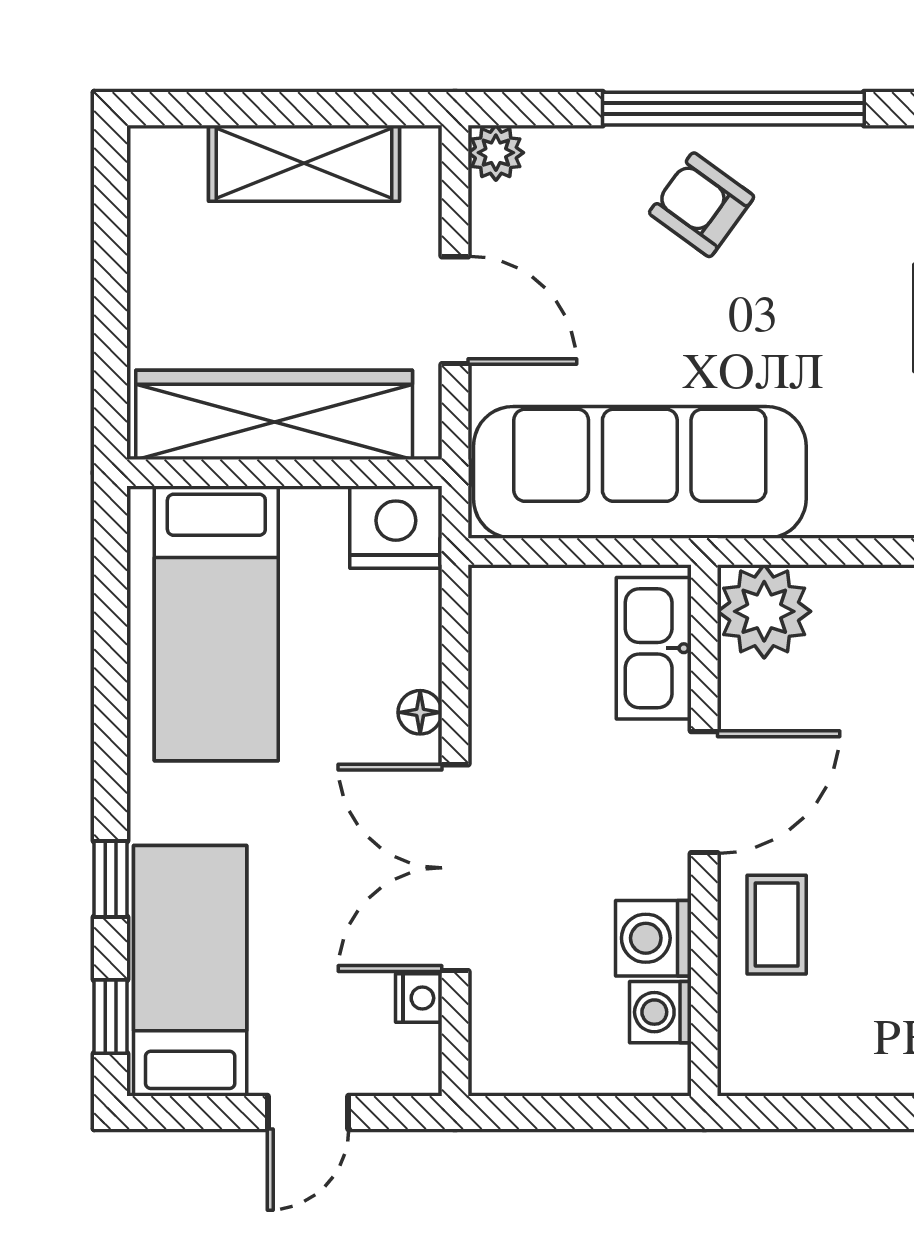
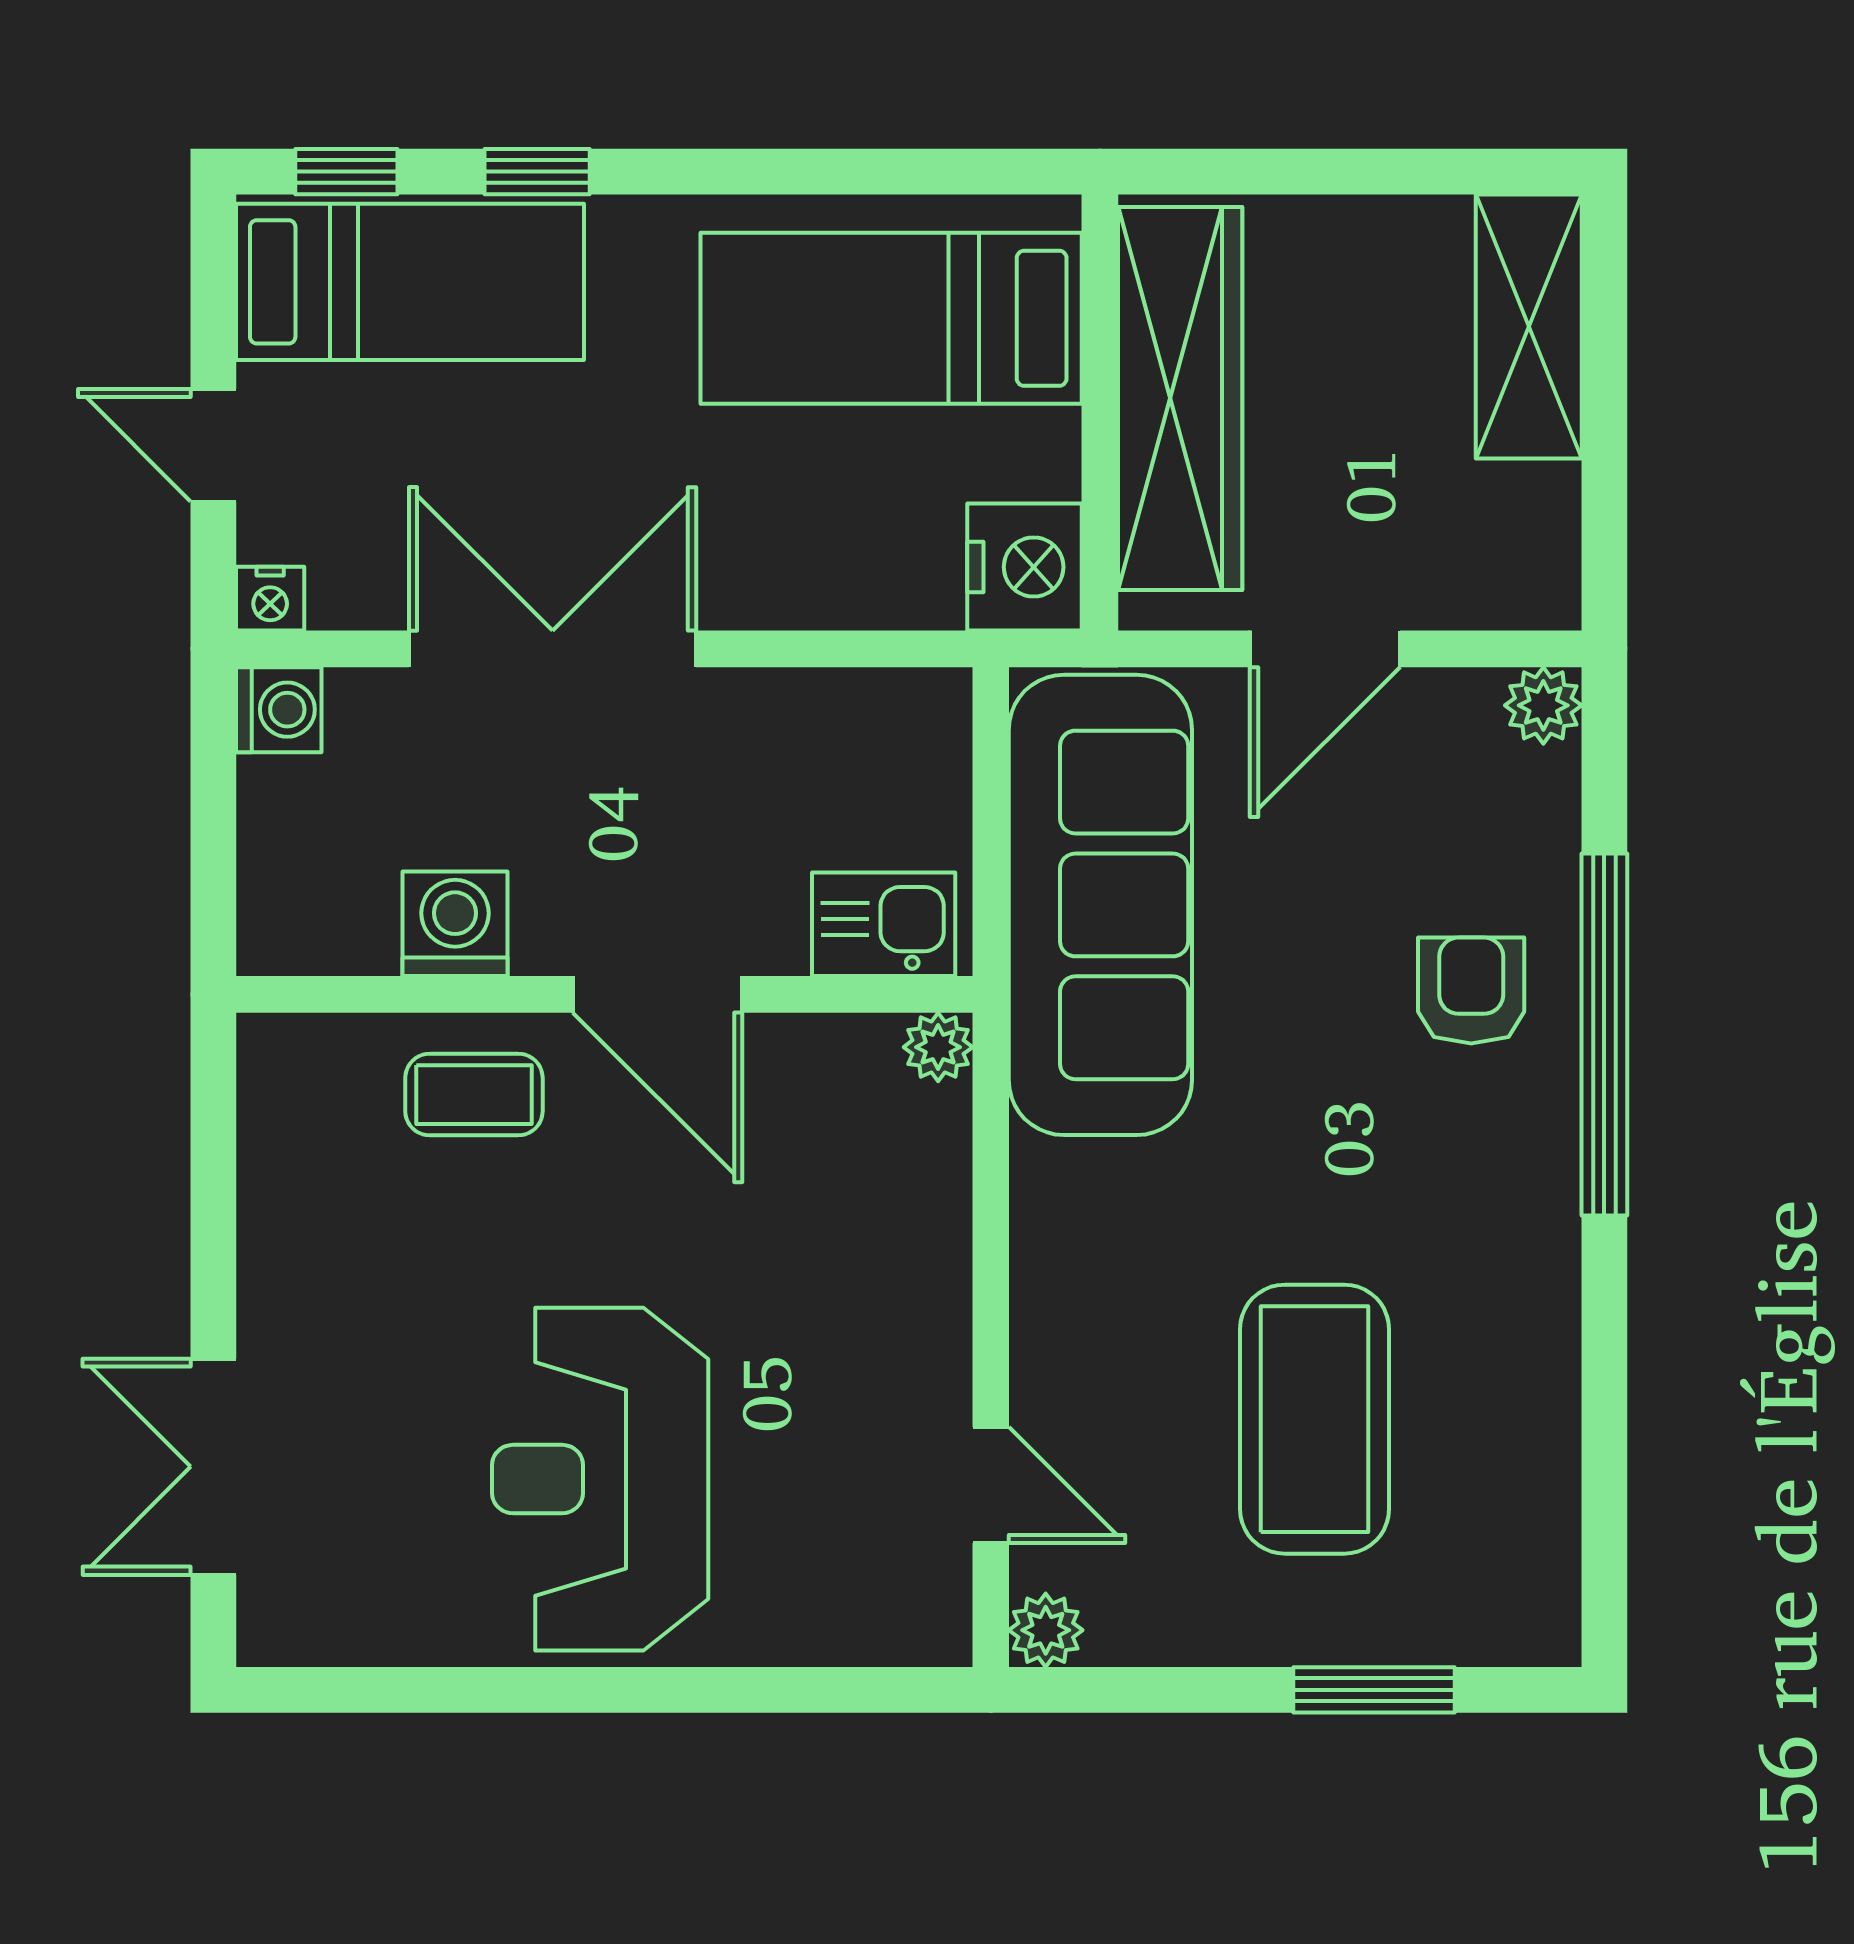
shelving: (304, 163) -> (1529, 326), moved
armchair: (702, 205) -> (1471, 991), turned -36
plant: (764, 611) -> (938, 1047), width x0.53, depth x0.53
kitchen sink: (654, 648) -> (884, 924), width x0.73
floor lamp: (420, 712) -> (768, 600), removed
nightstand: (419, 998) -> (270, 599), moved
washing machine: (660, 1012) -> (279, 710), moved, turned 90

